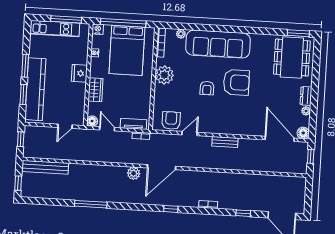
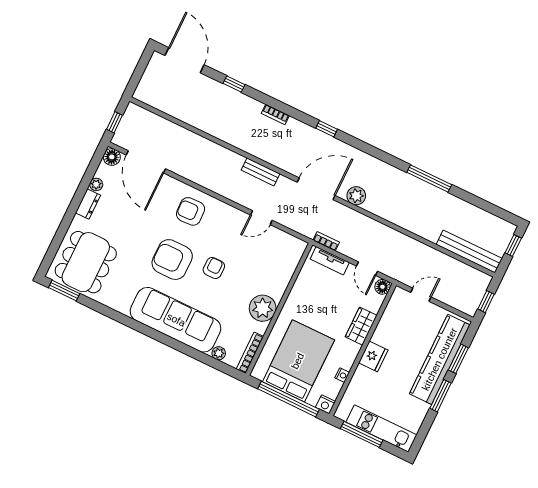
armchair: (171, 121) -> (191, 211), moved, turned 88
bench: (225, 142) -> (260, 172), moved

